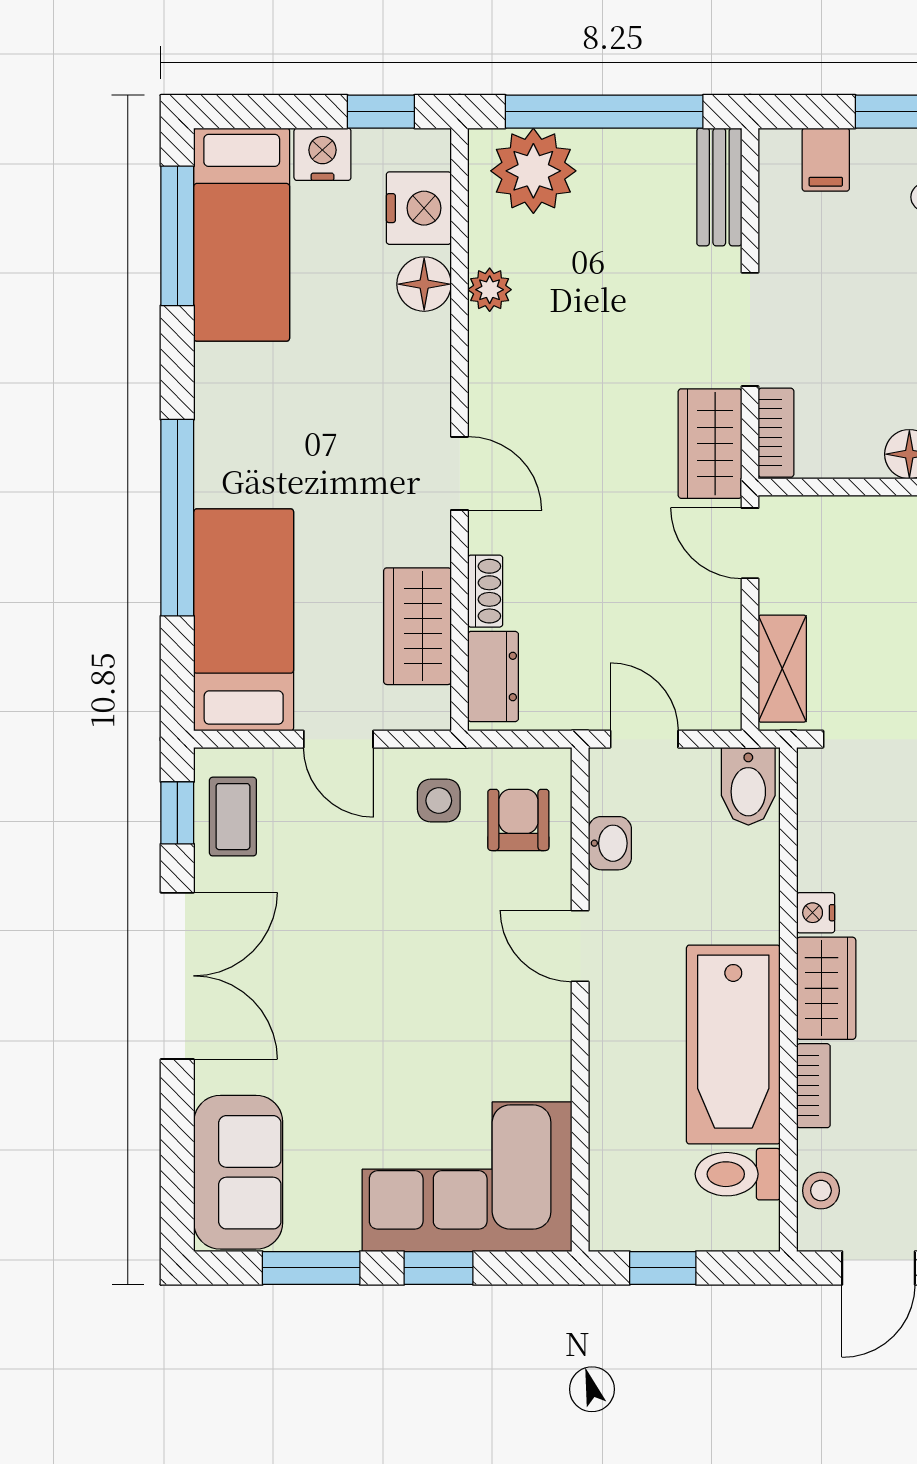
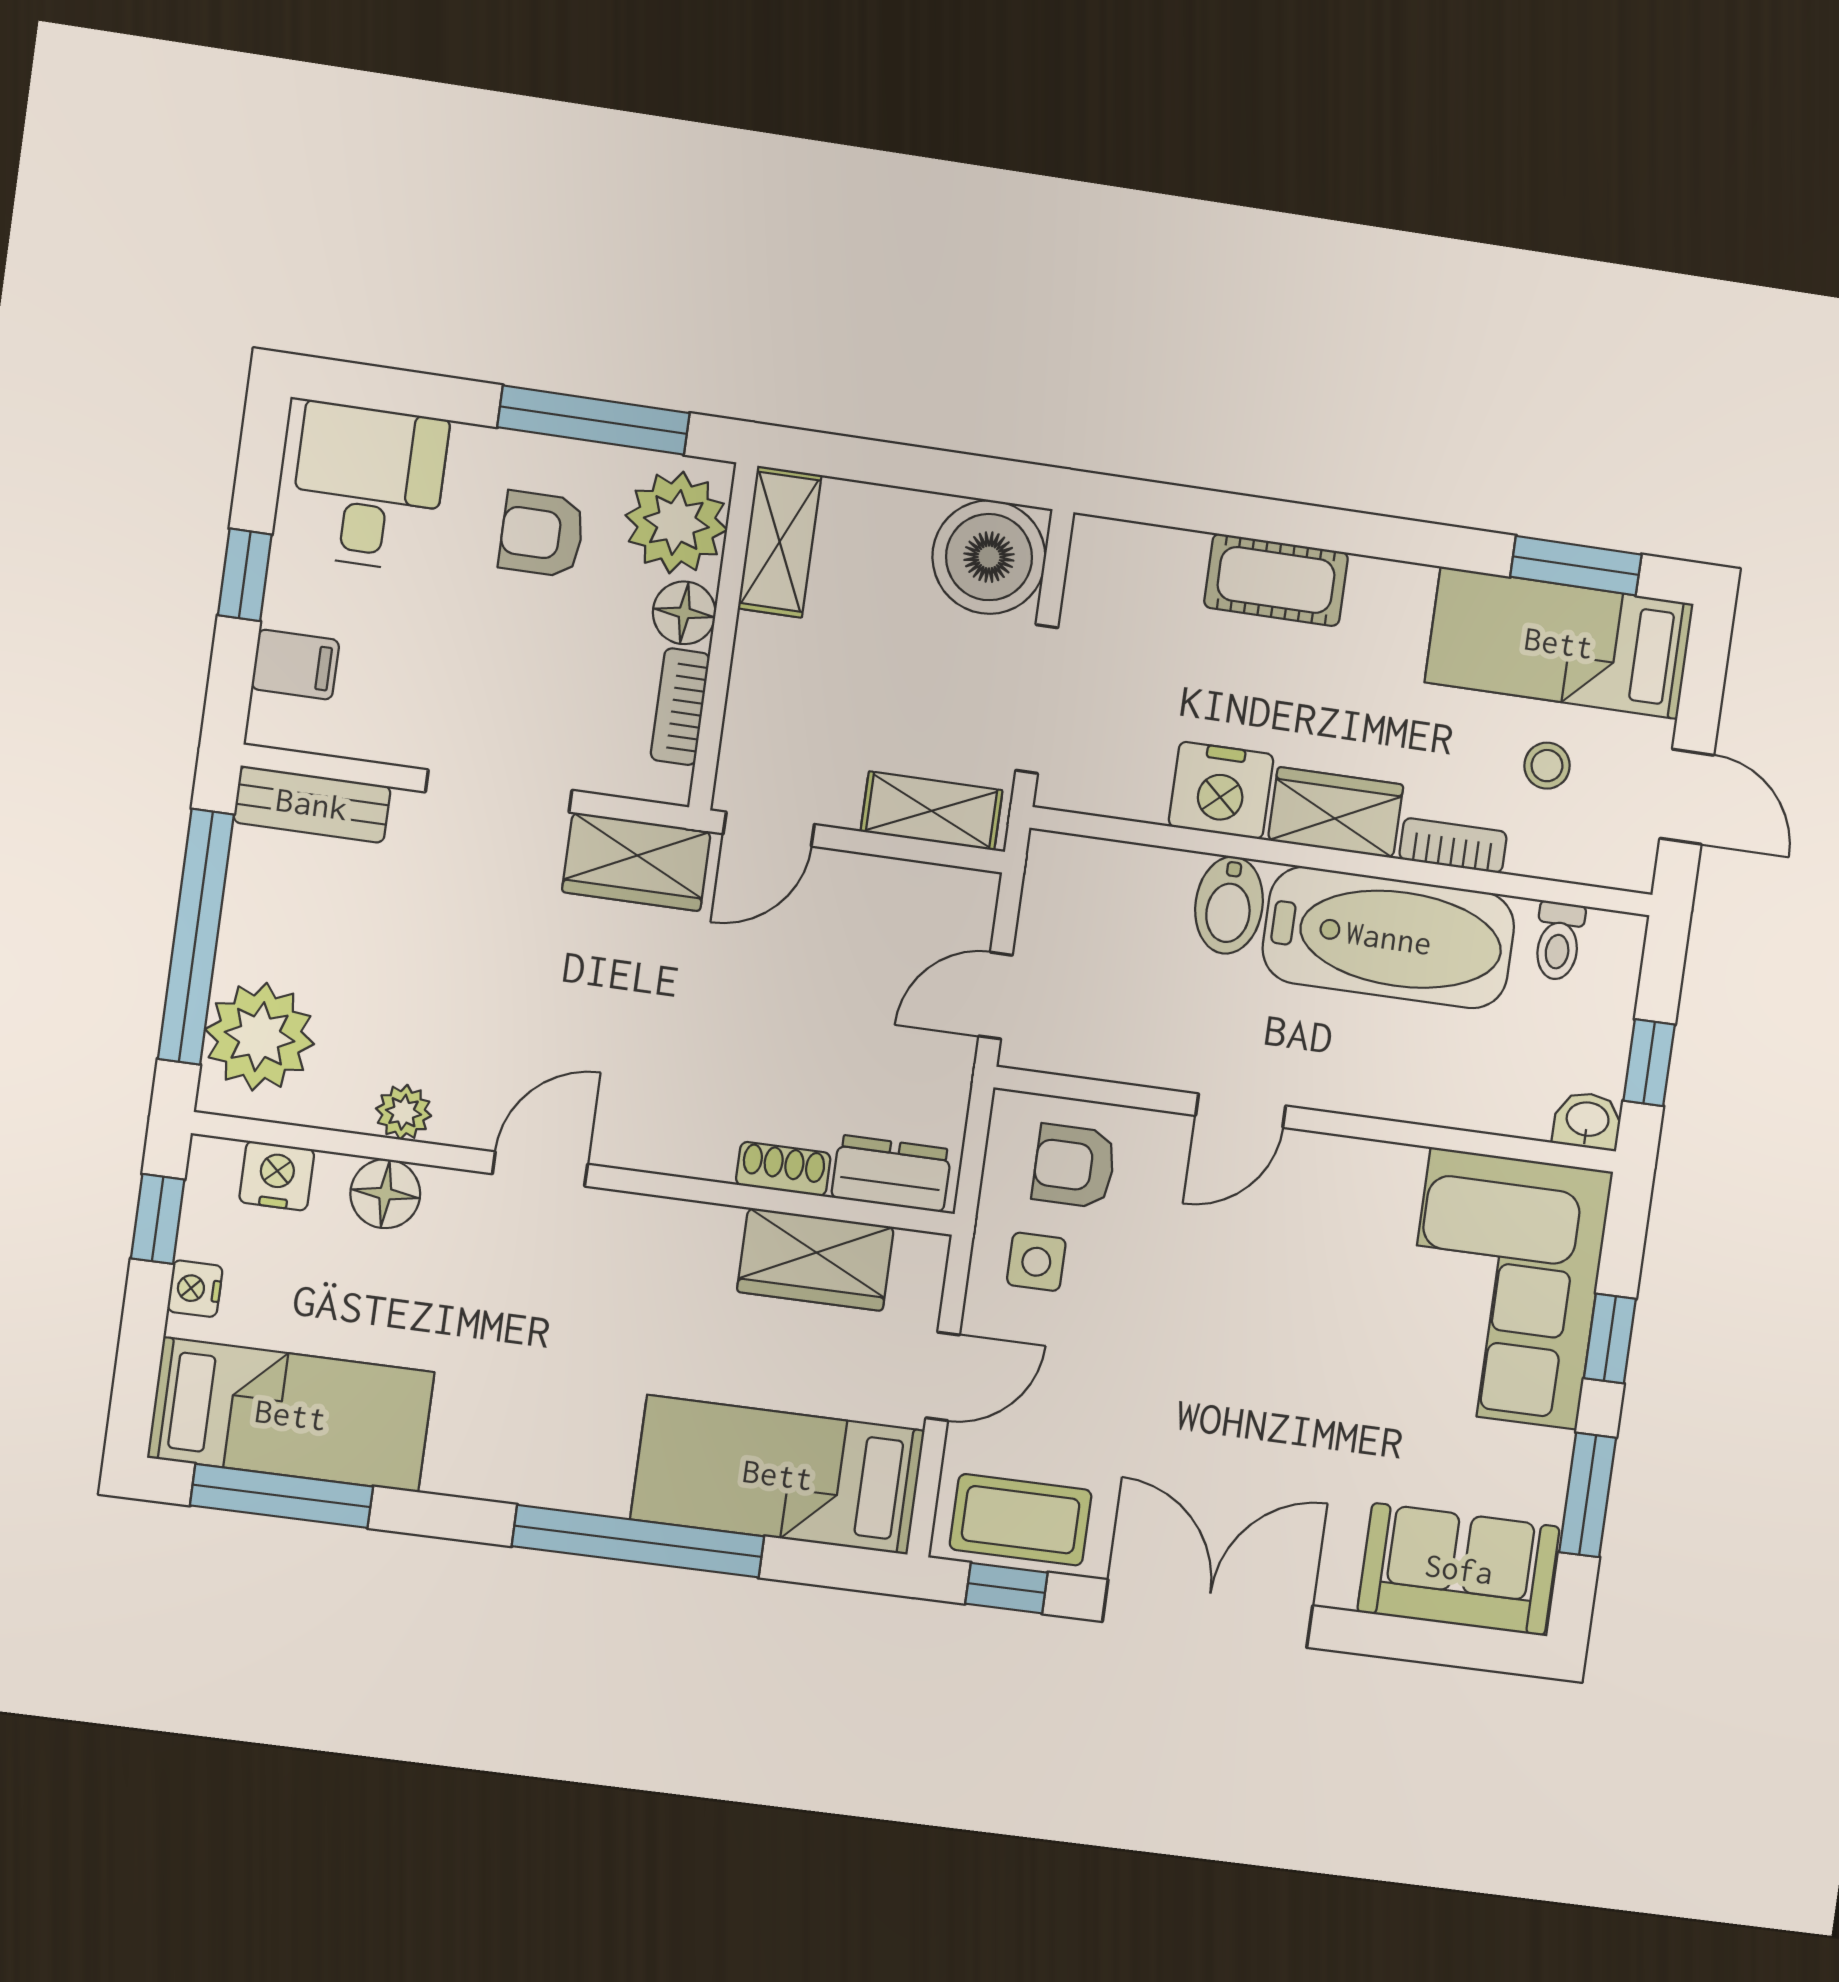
nightstand: (322, 154) -> (195, 1289), width x0.72, depth x0.74
nightstand: (419, 208) -> (277, 1176), width x0.74, depth x0.75
bookcase: (776, 433) -> (680, 707), moved, turned -90
door: (460, 473) -> (540, 1169), moved
bidet: (748, 786) -> (1229, 905), moved, turned 90
coffee table: (233, 817) -> (1021, 1520), width x1.36, depth x1.30
washbasin: (610, 843) -> (1587, 1121), moved
nightstand: (816, 913) -> (1221, 790), width x1.89, depth x1.79
toilet: (738, 1174) -> (1559, 941), width x0.73, depth x0.72
stool: (821, 1191) -> (1547, 766), moved

